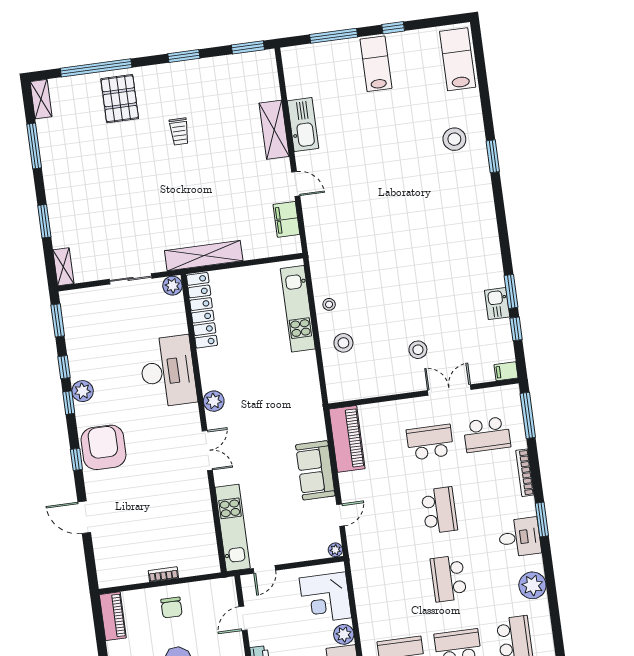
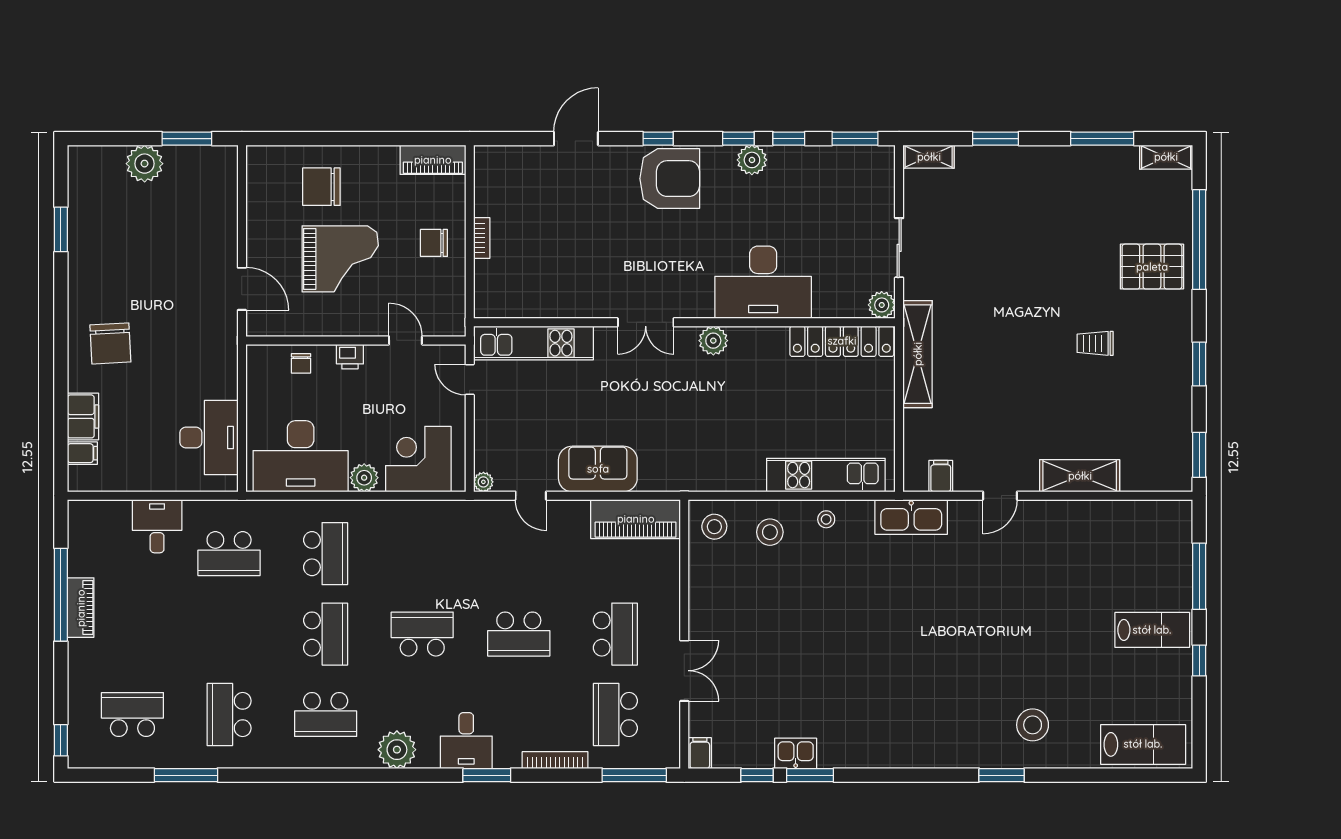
kitchen sink: (303, 125) -> (911, 517), moved
filing cabinet: (286, 219) -> (941, 476), width x0.50
stool: (418, 350) -> (714, 527), moved

